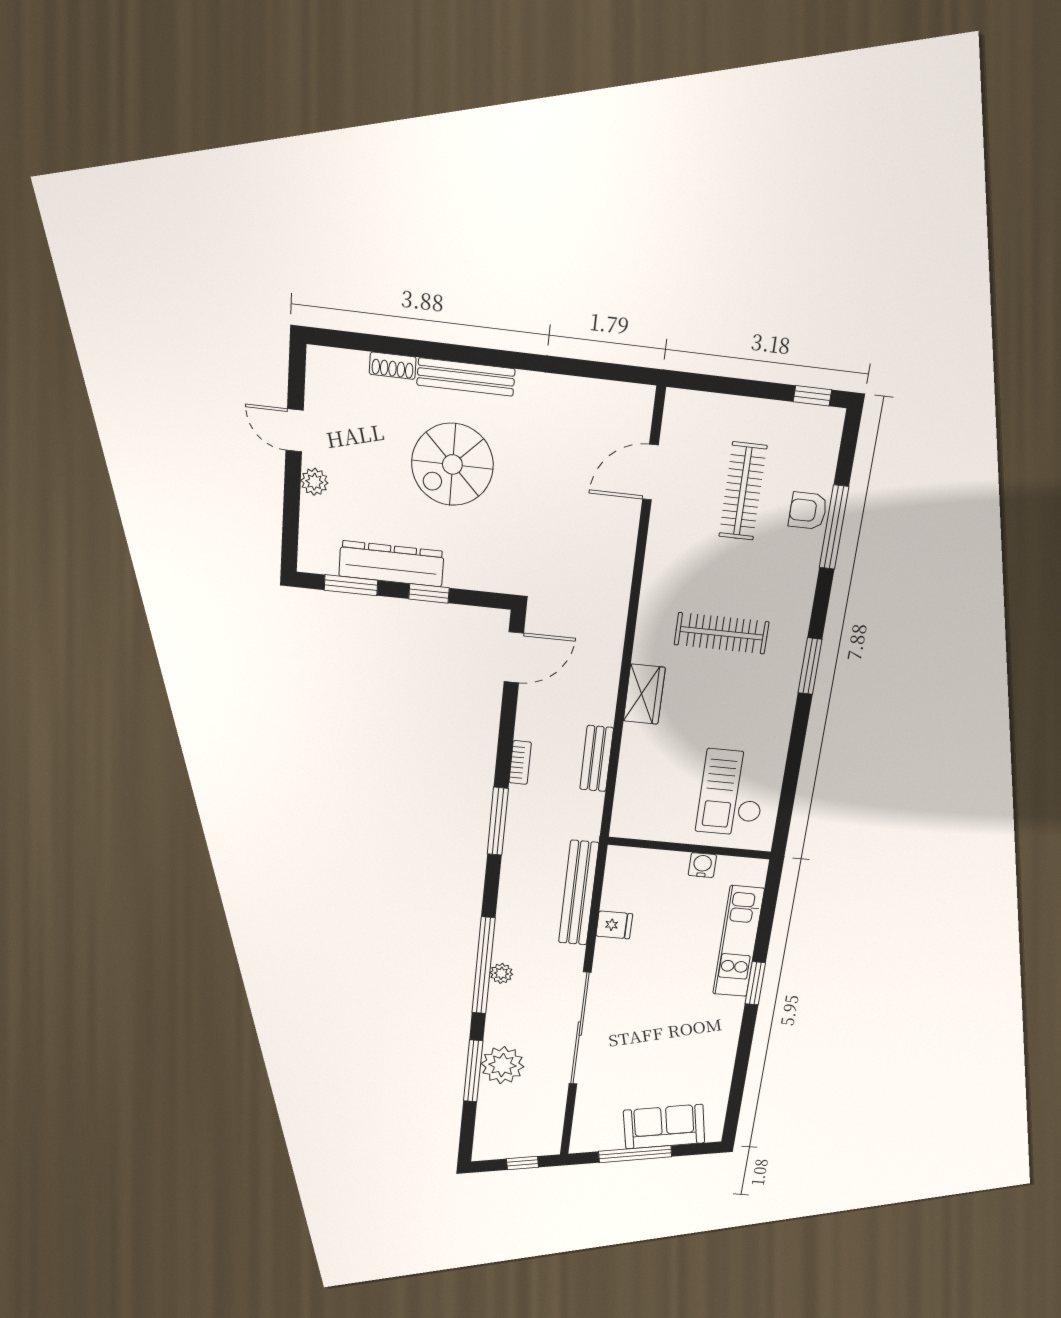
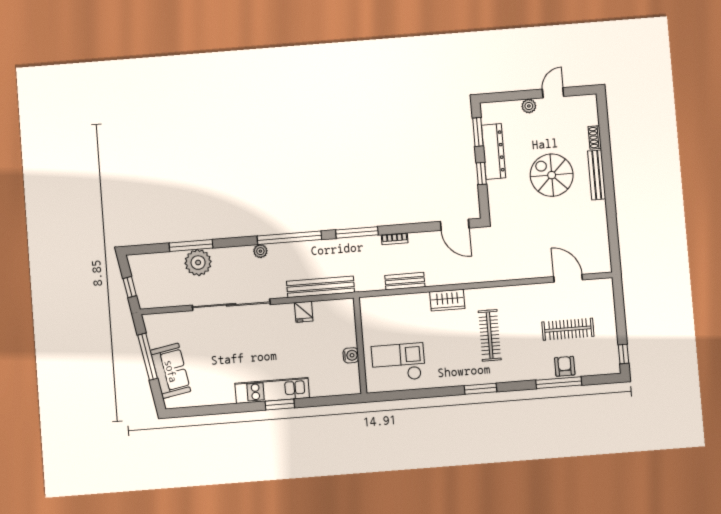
kitchen unit: (738, 942) -> (272, 390), moved
window: (484, 966) -> (289, 238), moved

